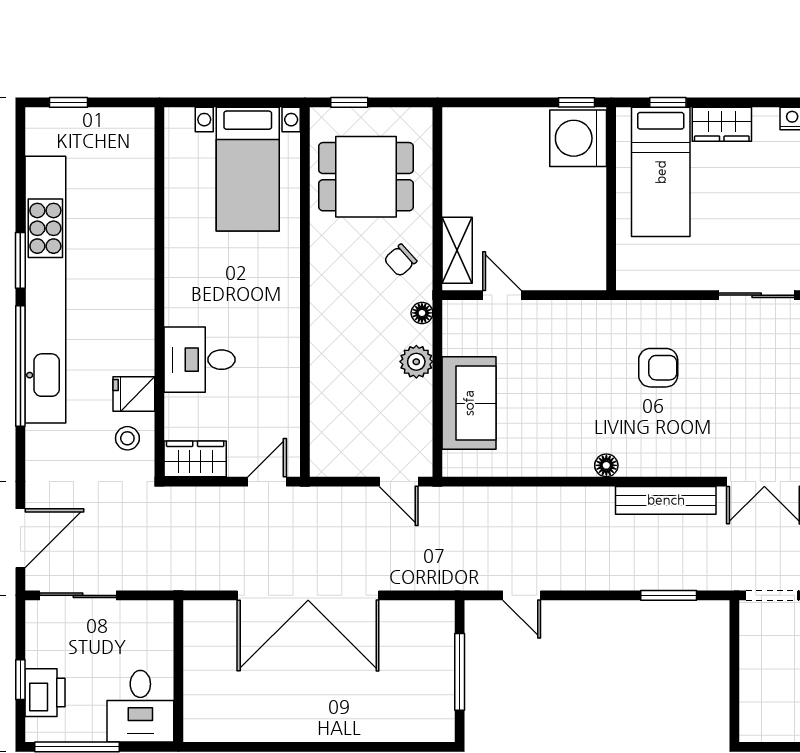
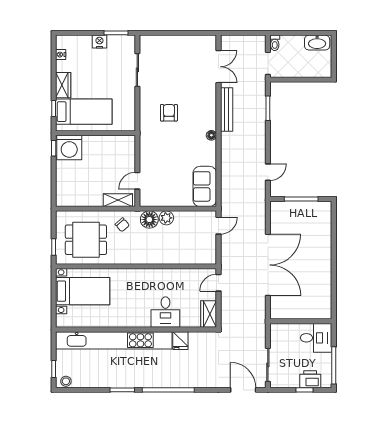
dining table: (366, 177) -> (86, 240), turned 90
kitchen unit: (45, 290) -> (114, 340), moved, turned 180
floor lamp: (422, 313) -> (149, 220), width x1.89, depth x1.89
sofa: (469, 403) -> (205, 186), moved, turned -90
stool: (127, 438) -> (66, 381), moved
door: (267, 482) -> (218, 283), hinge flipped

